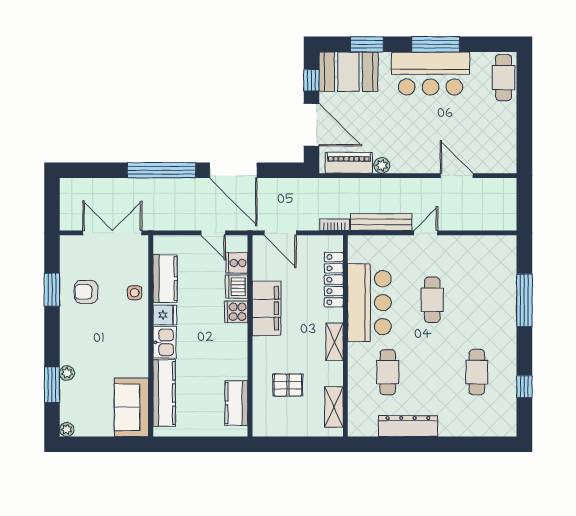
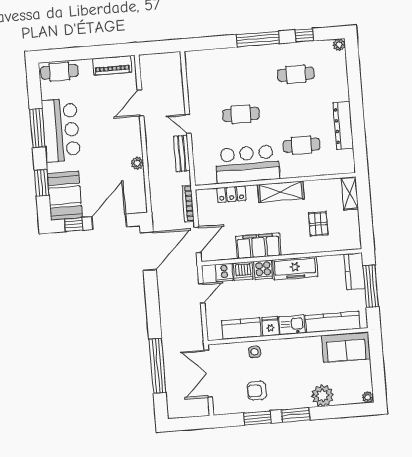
piano: (349, 163) -> (112, 65), moved, turned -90
window: (162, 170) -> (157, 366), moved
door: (233, 170) -> (148, 251), moved
bench: (381, 222) -> (182, 153), width x0.73
bookcase: (335, 225) -> (188, 204), width x1.56
locker: (334, 280) -> (231, 194), width x0.66
armchair: (86, 292) -> (257, 391), turned 90
window: (524, 300) -> (258, 39), moved
shelving: (335, 342) -> (281, 192), width x1.50, depth x1.33
freezer: (235, 352) -> (295, 268), added
plant: (67, 373) -> (322, 396), width x1.88, depth x1.88
window: (52, 385) -> (295, 415), moved
kitchen counter: (236, 403) -> (354, 271), moved, turned 90
shelving: (334, 407) -> (350, 193), moved, turned 90
plant: (509, 429) -> (339, 45), added
window: (205, 444) -> (371, 286), added

